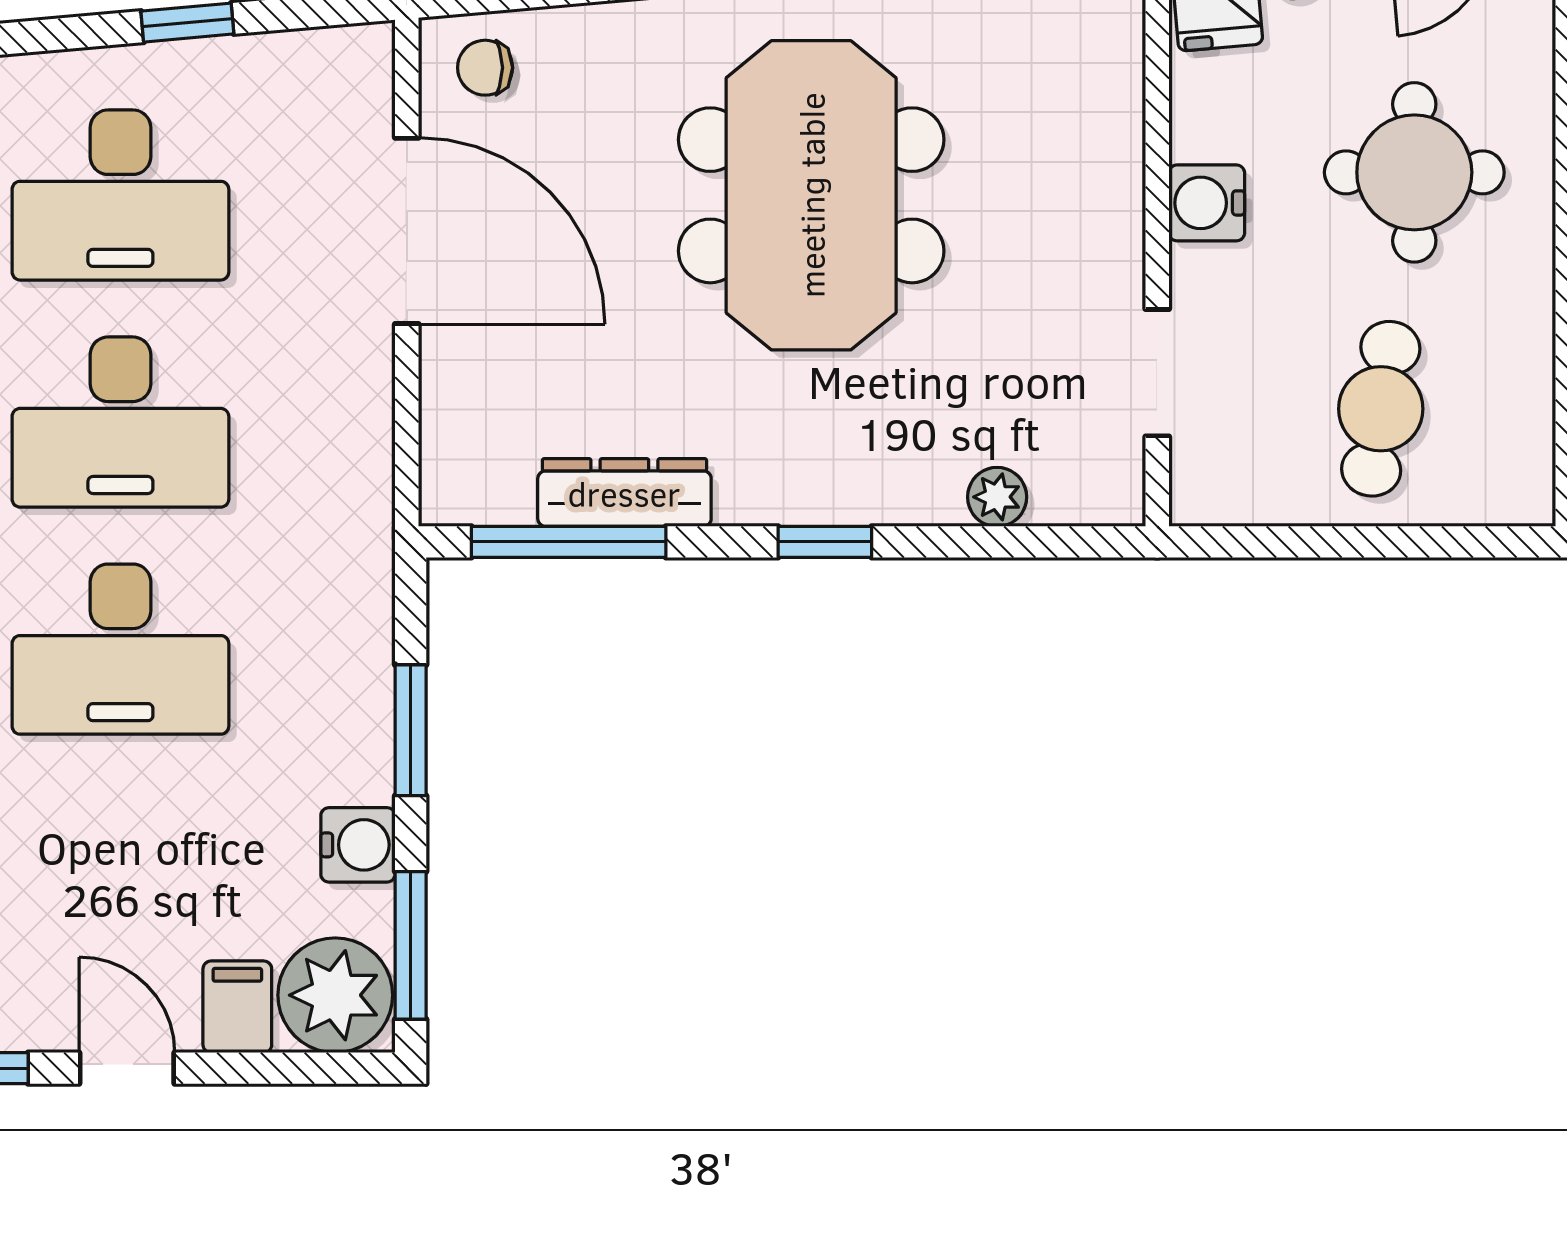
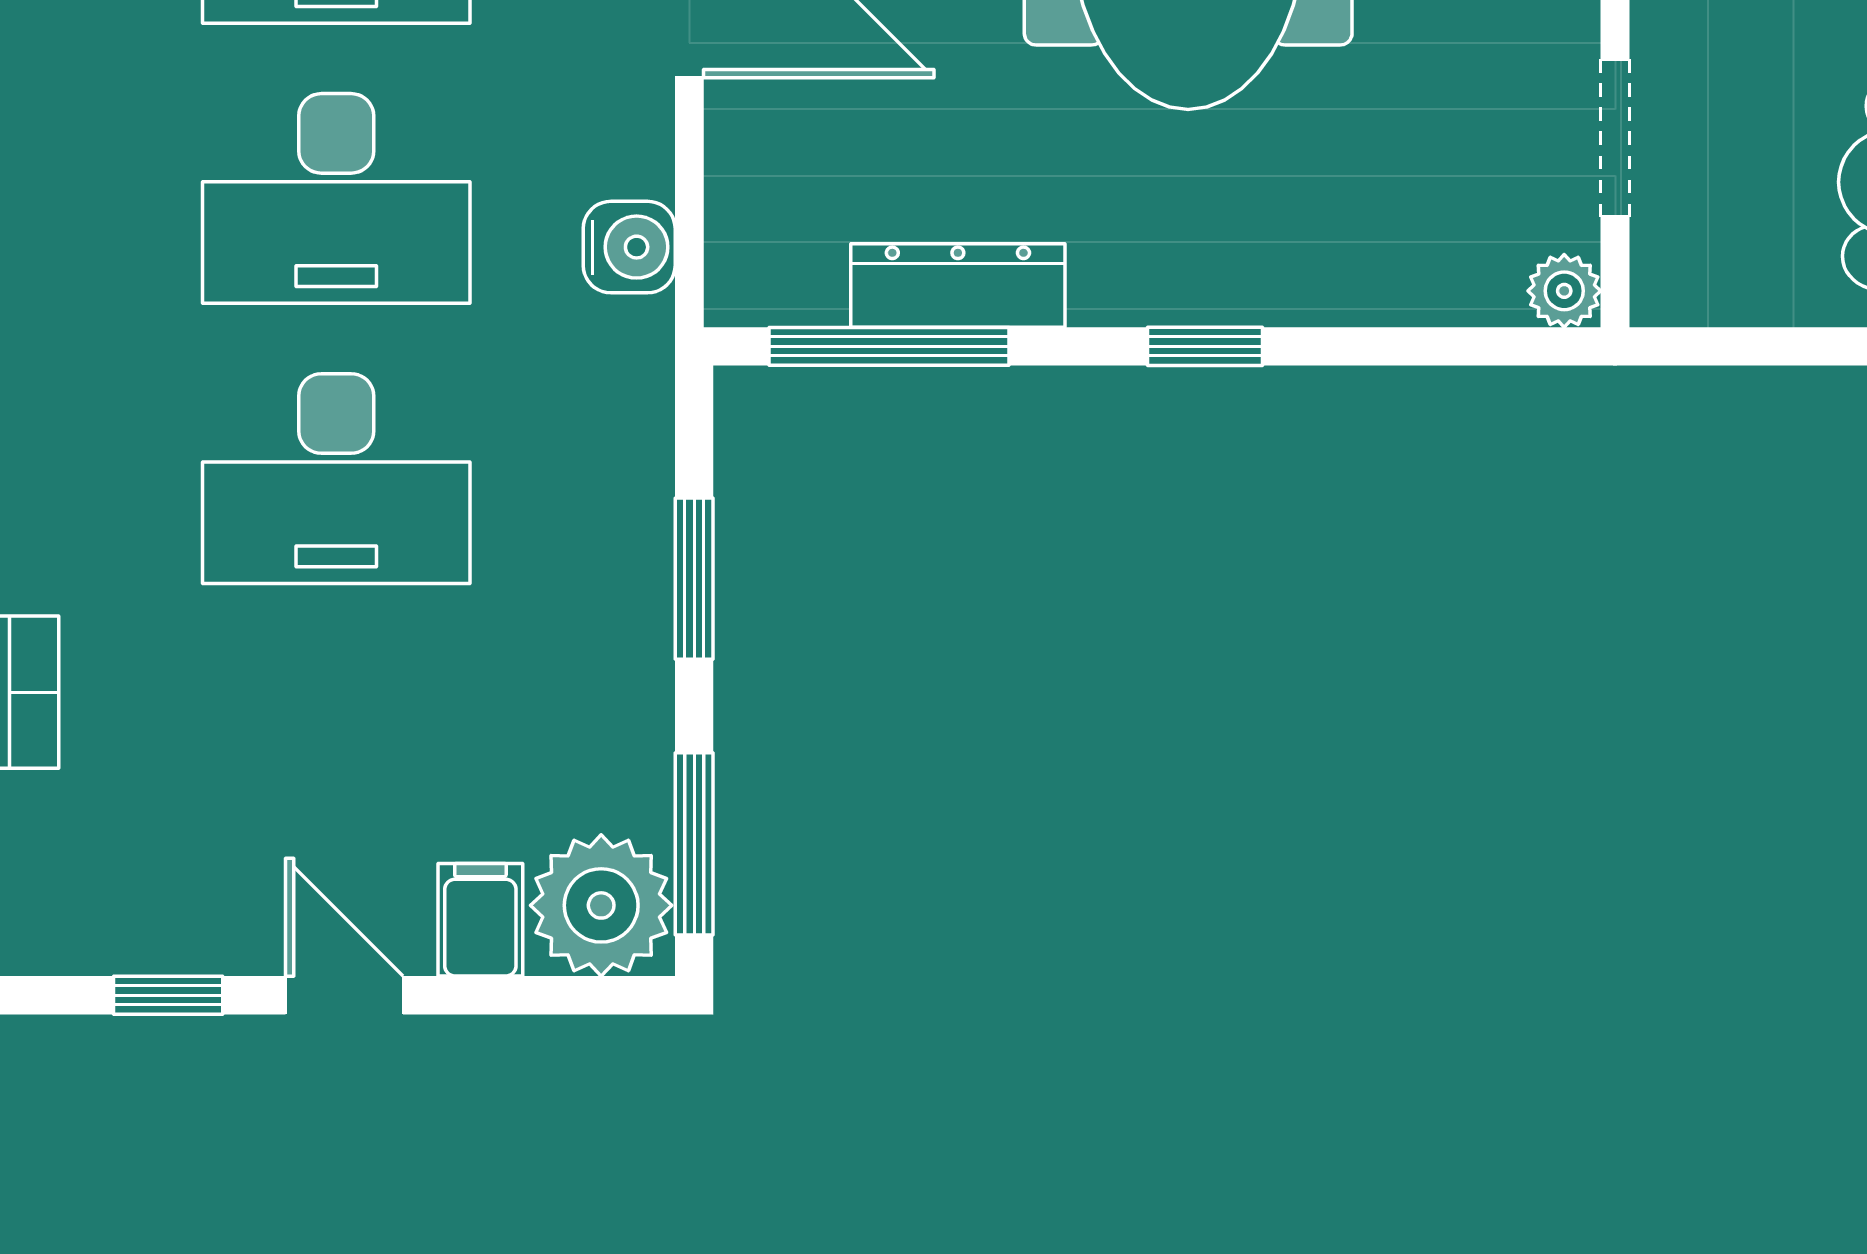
plant: (997, 497) -> (1564, 291), moved
water cooler: (358, 845) -> (629, 247), moved

